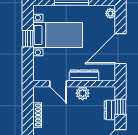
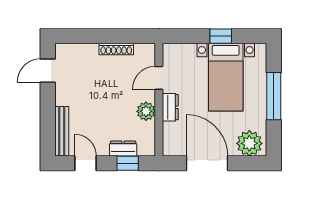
plant: (110, 13) -> (249, 143), width x1.88, depth x1.88
dresser: (84, 75) -> (170, 107), width x0.70

